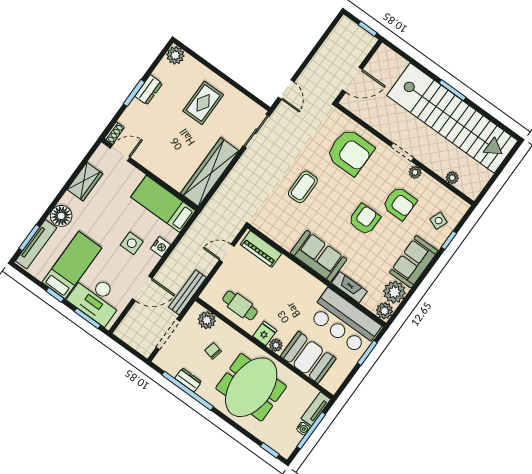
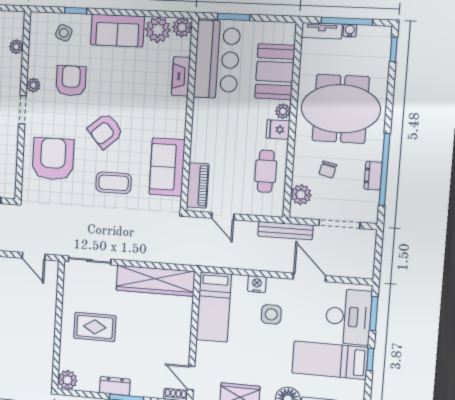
door: (286, 89) -> (34, 256), swing flipped
armchair: (364, 219) -> (105, 131), moved, turned -41
sofa: (319, 256) -> (167, 167), moved

